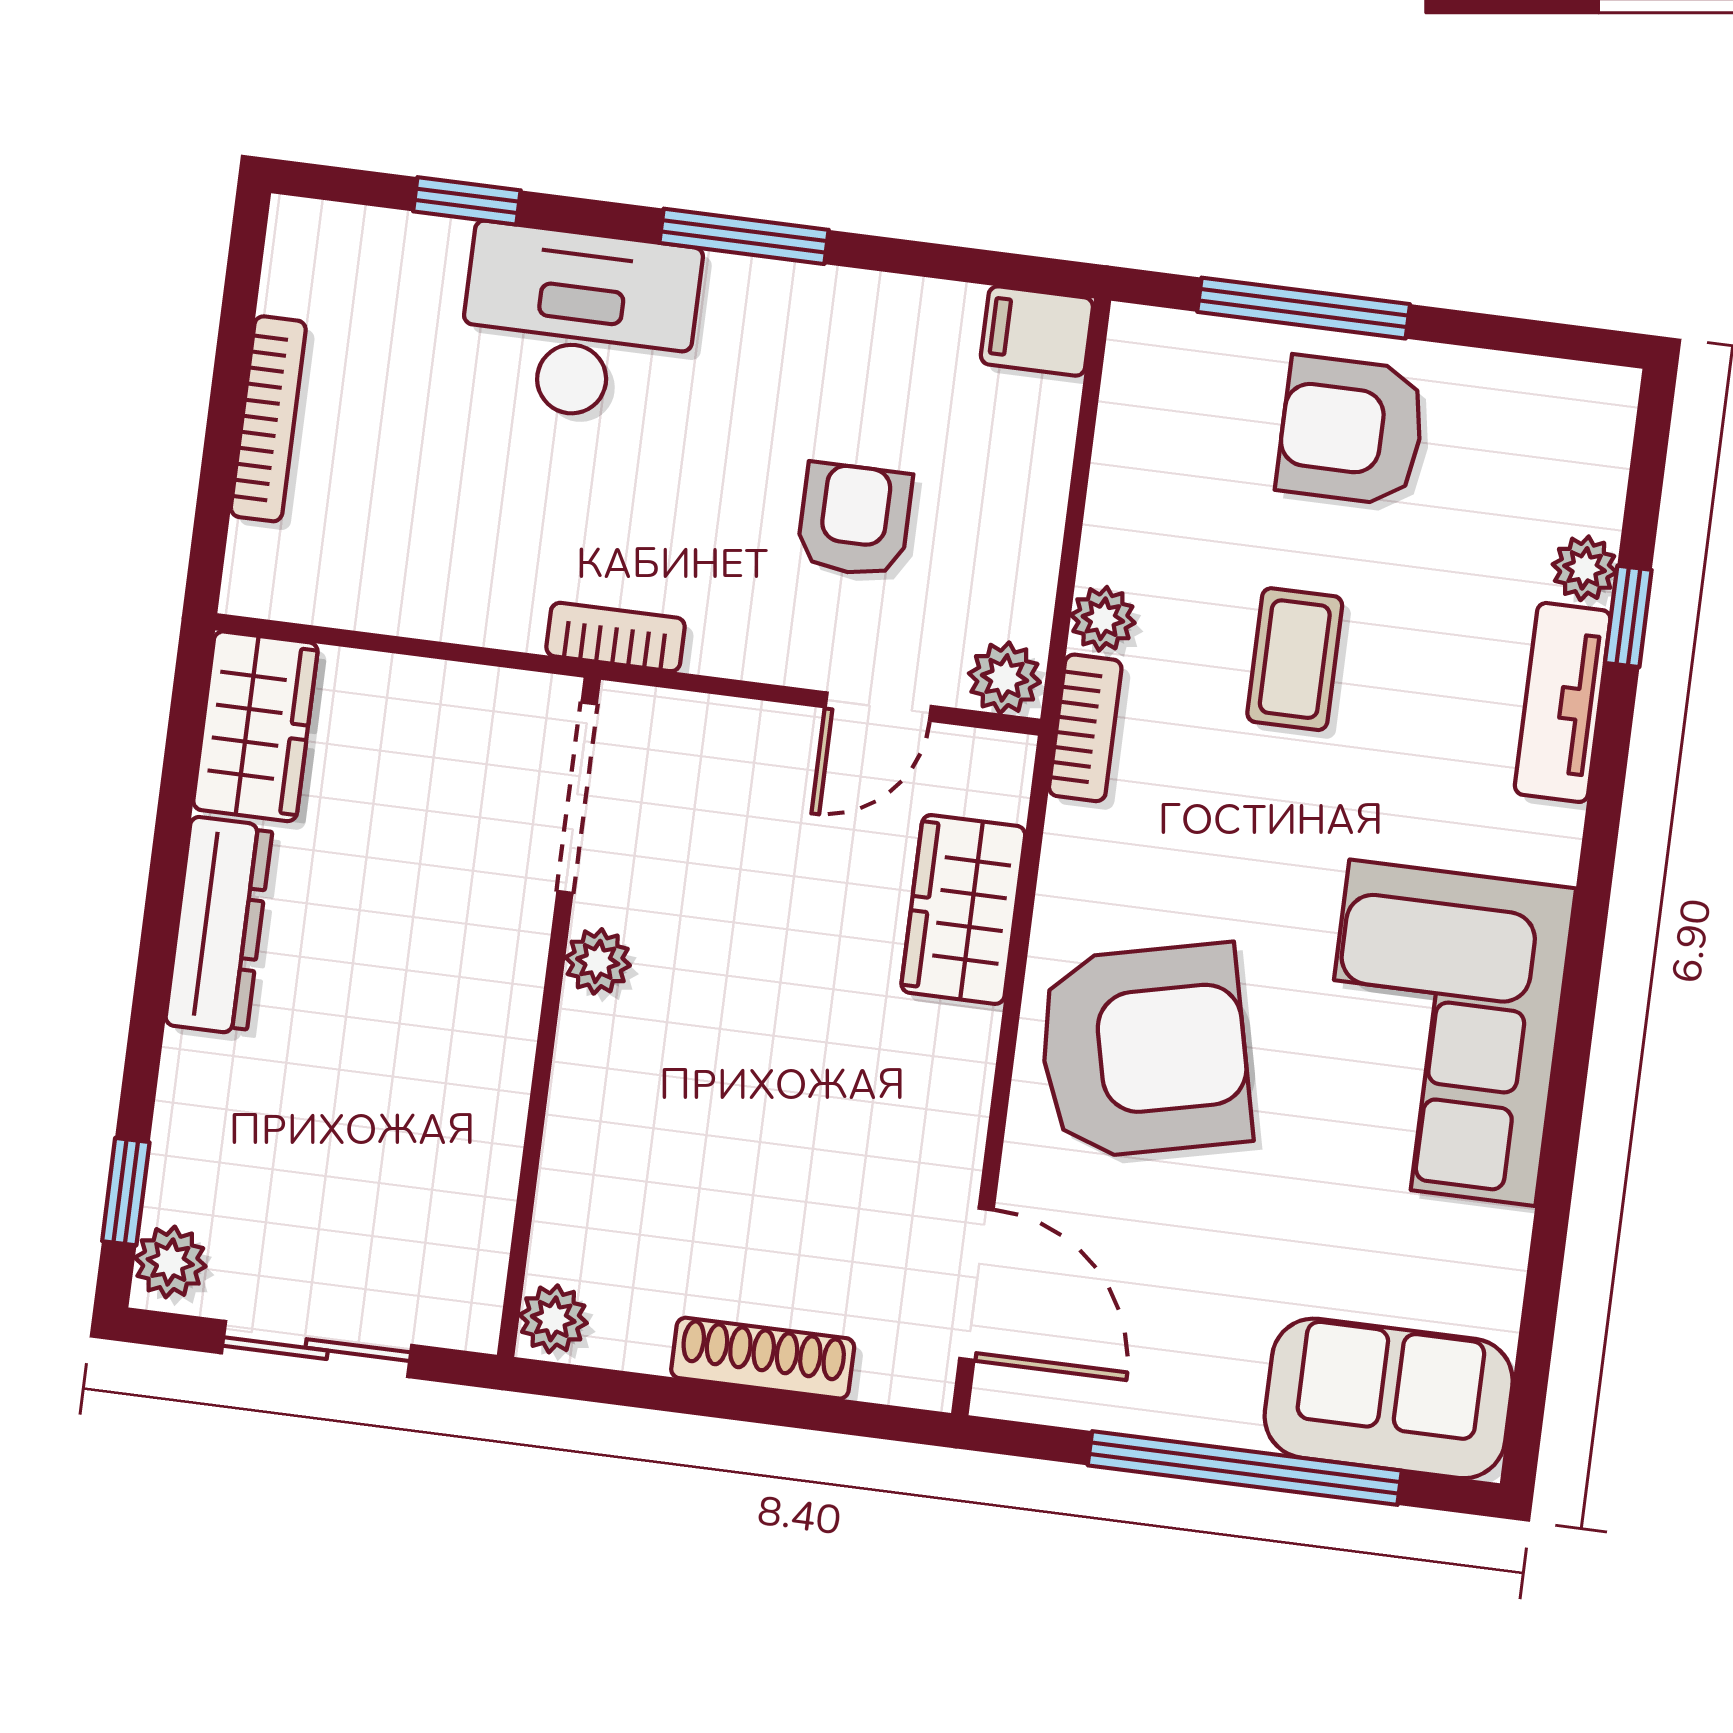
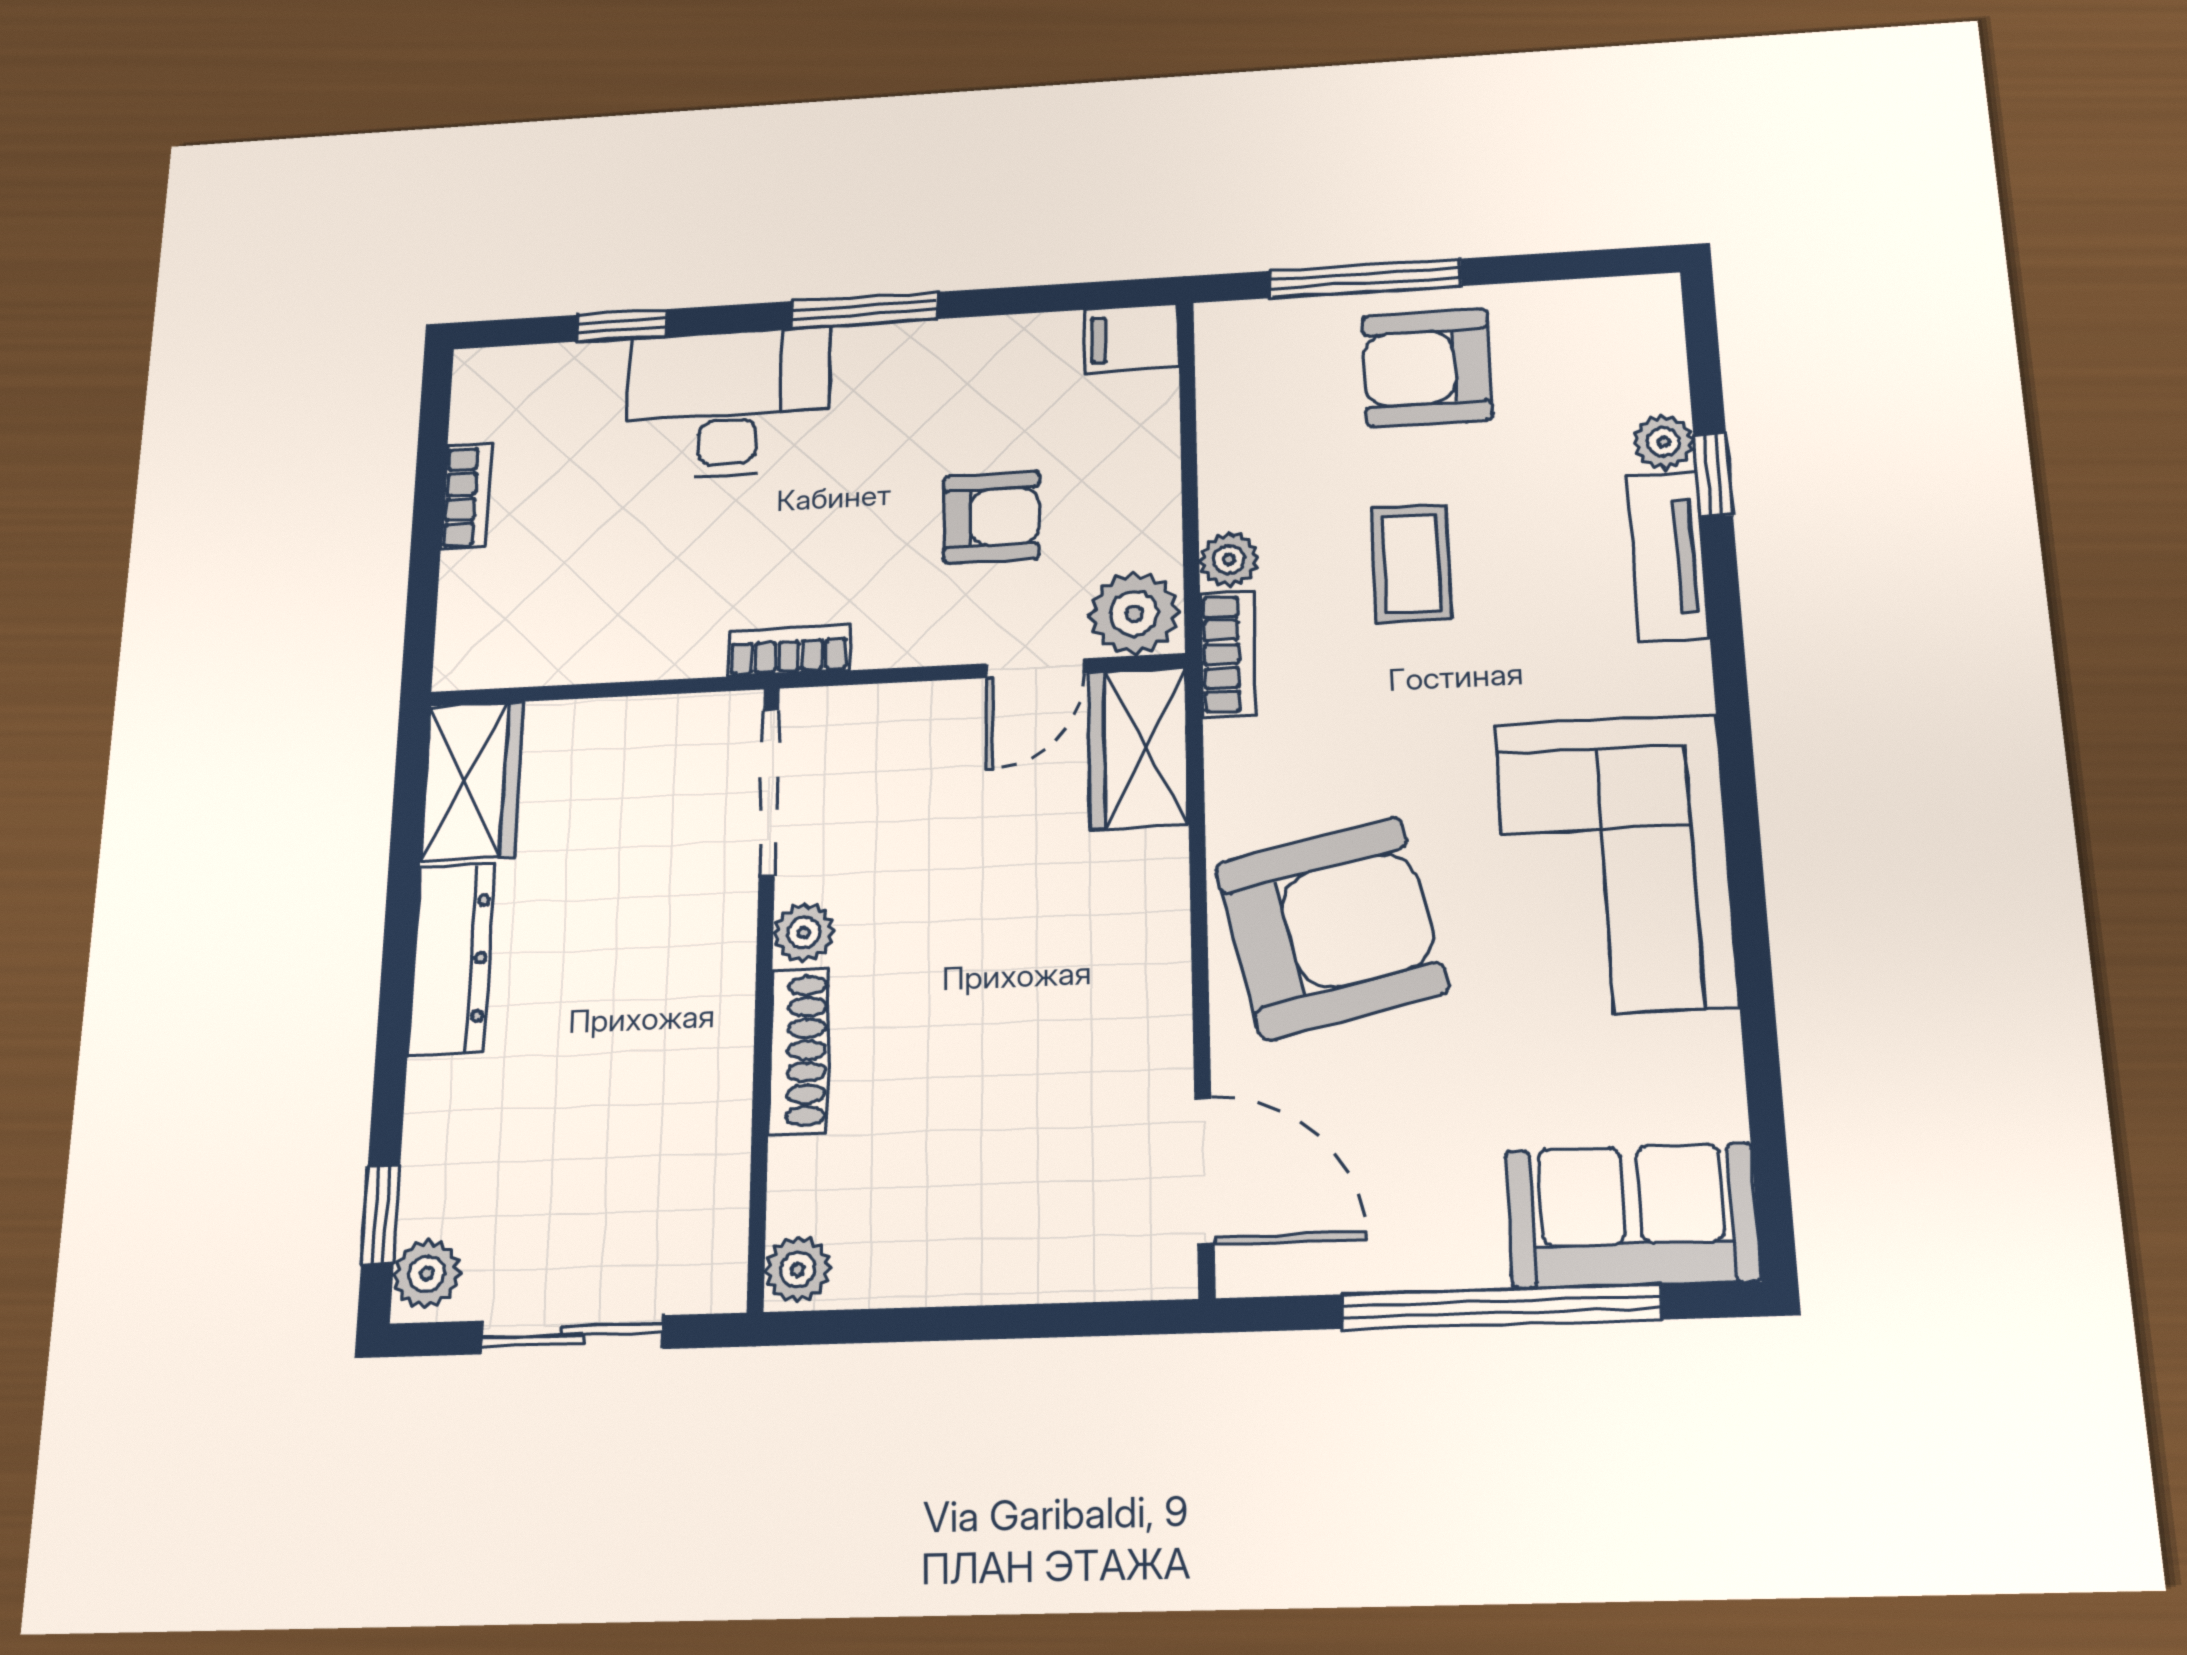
bookcase: (268, 419) -> (466, 497), width x0.64
armchair: (854, 520) -> (991, 517), turned 90
plant: (1004, 678) -> (1134, 613), width x1.38, depth x1.38
wardrobe: (963, 909) -> (1138, 748), moved
shoe rack: (763, 1358) -> (799, 1050), moved, turned 90

